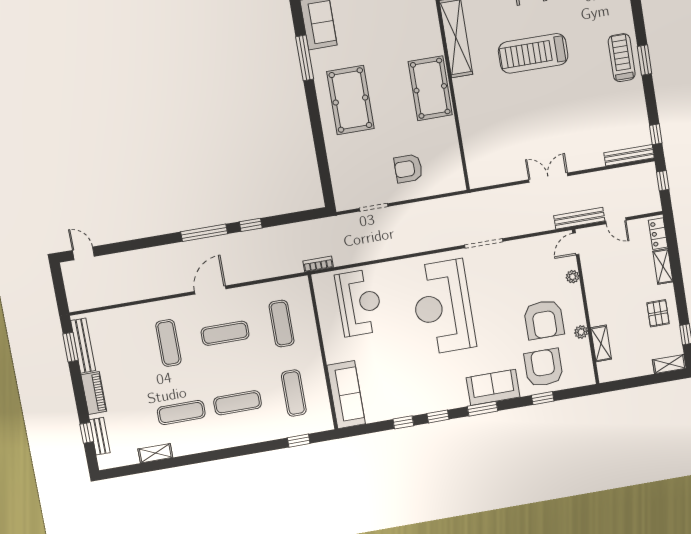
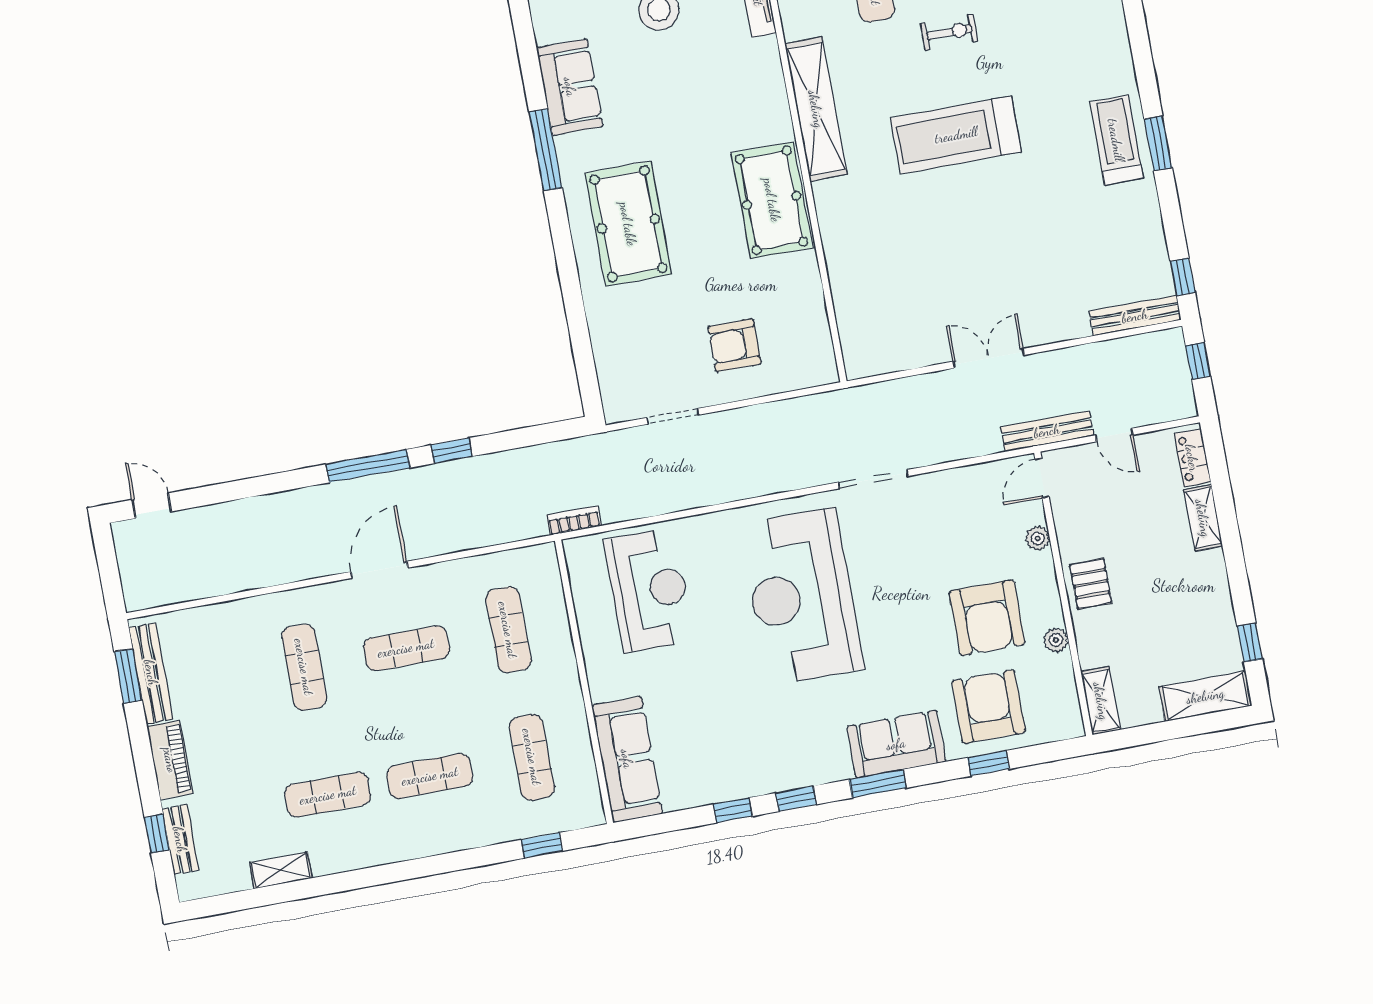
pallet: (658, 313) -> (1091, 584), moved
shelving: (601, 343) -> (1101, 701), moved
shelving: (669, 364) -> (1205, 696), width x1.50, depth x1.33

